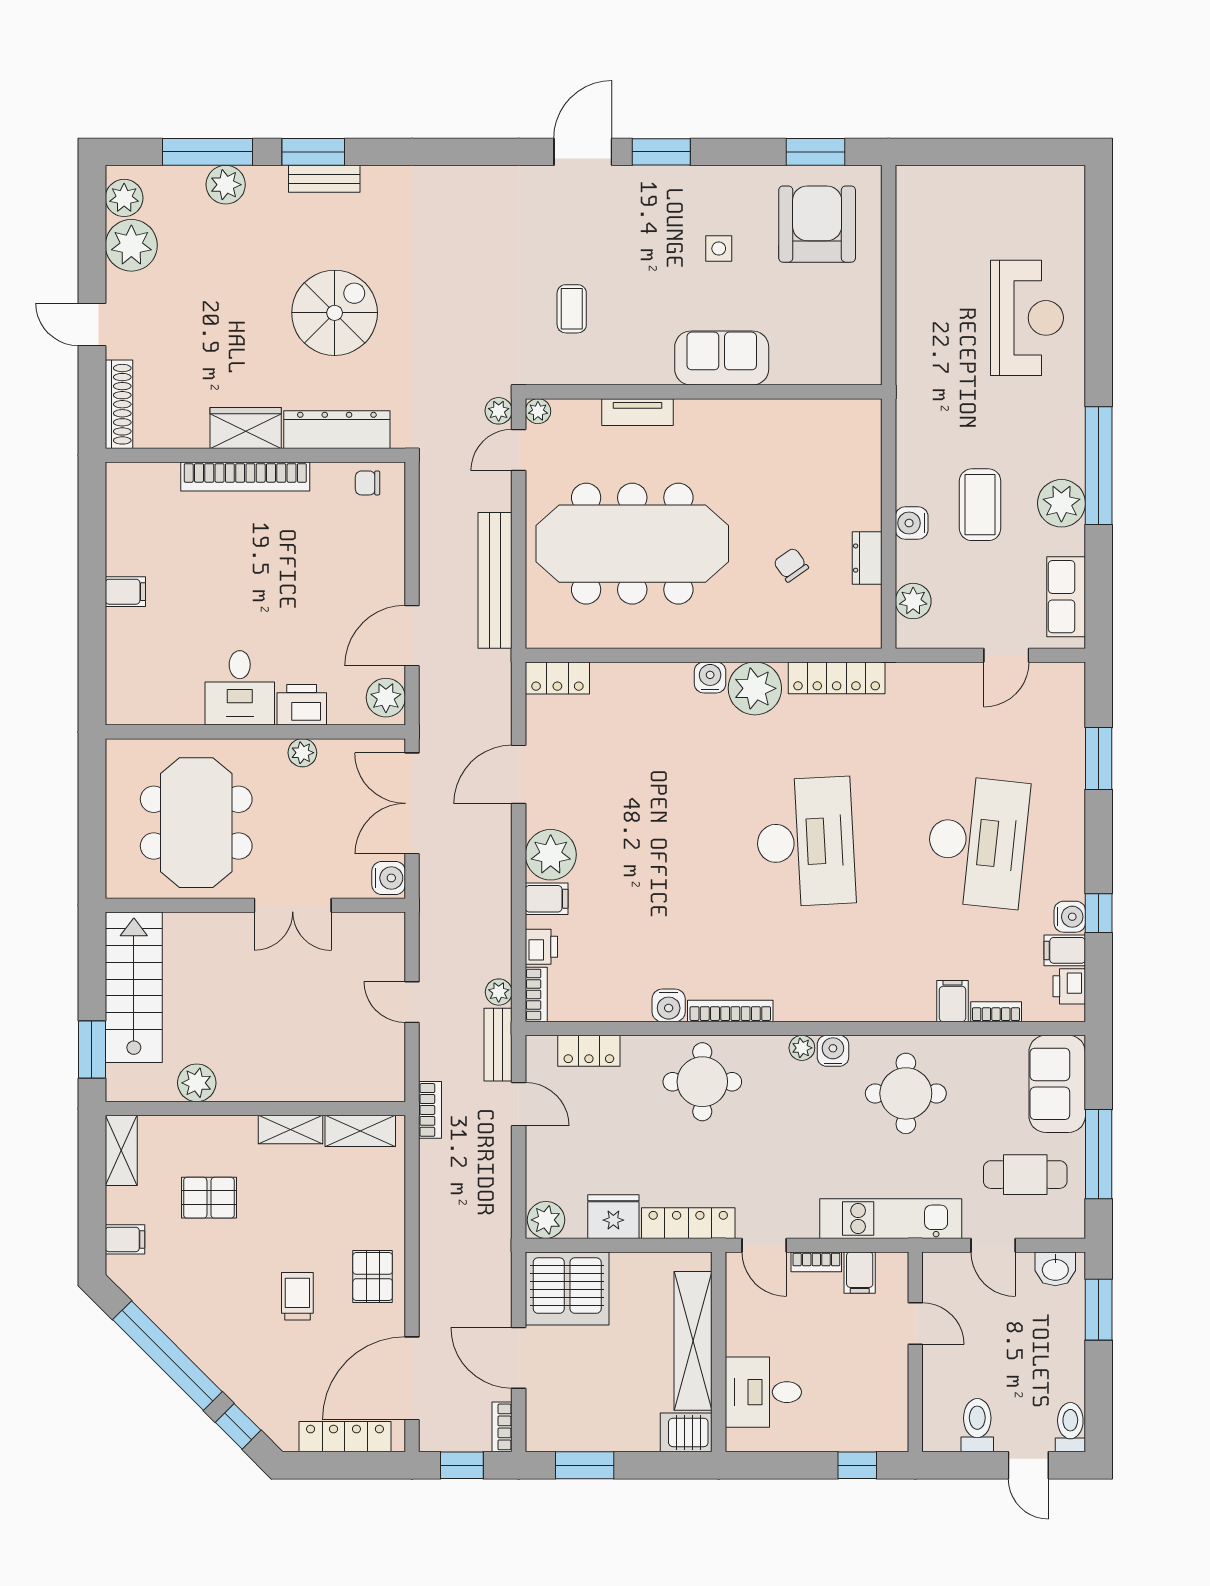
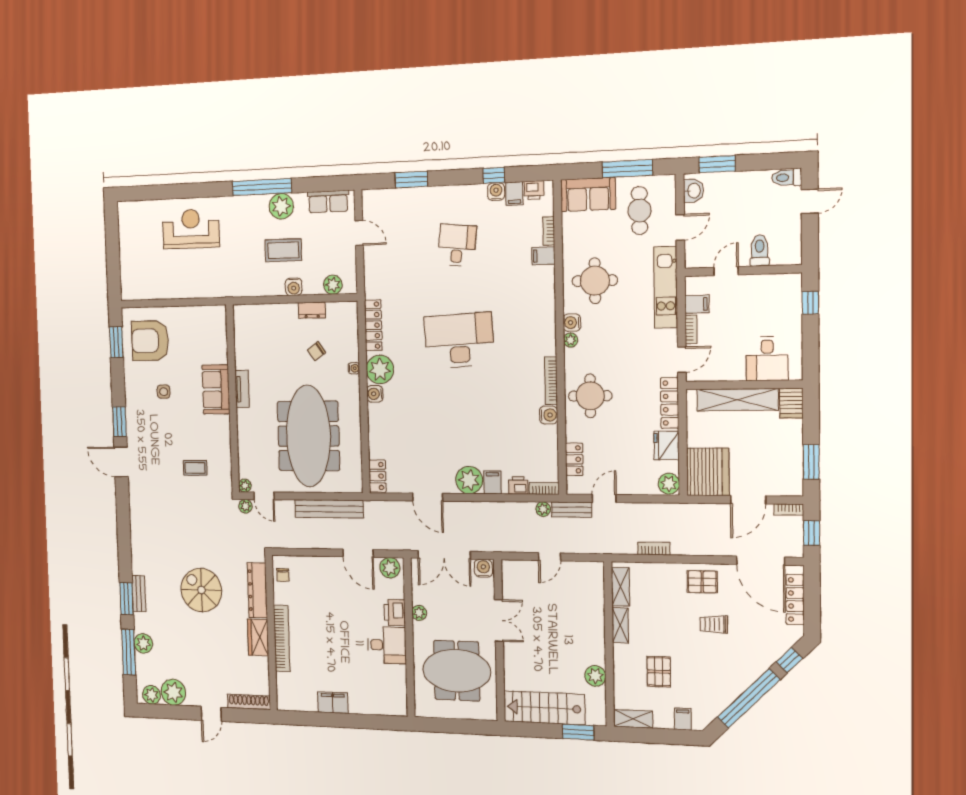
tv unit: (638, 412) -> (242, 389), moved
filing cabinet: (125, 592) -> (333, 703), width x2.00
water cooler: (758, 638) -> (354, 368), added
desk: (977, 842) -> (457, 245), width x0.53, depth x0.77
bookcase: (430, 1110) -> (654, 549), moved
toilet: (977, 1425) -> (760, 250), moved, turned 90

